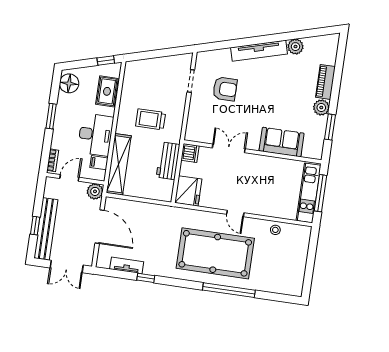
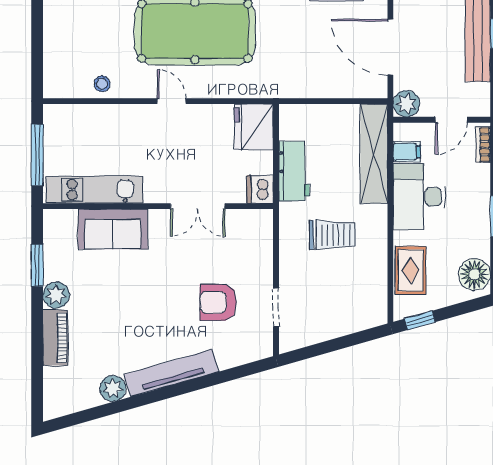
kitchen unit: (309, 193) -> (94, 190), moved, turned -90

